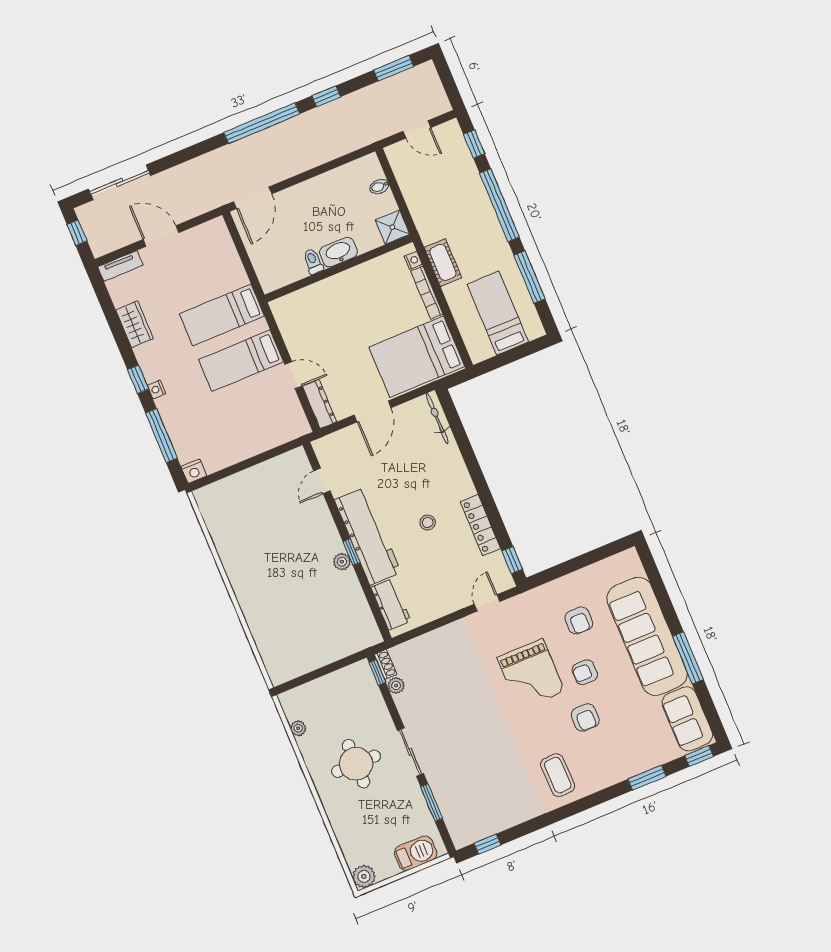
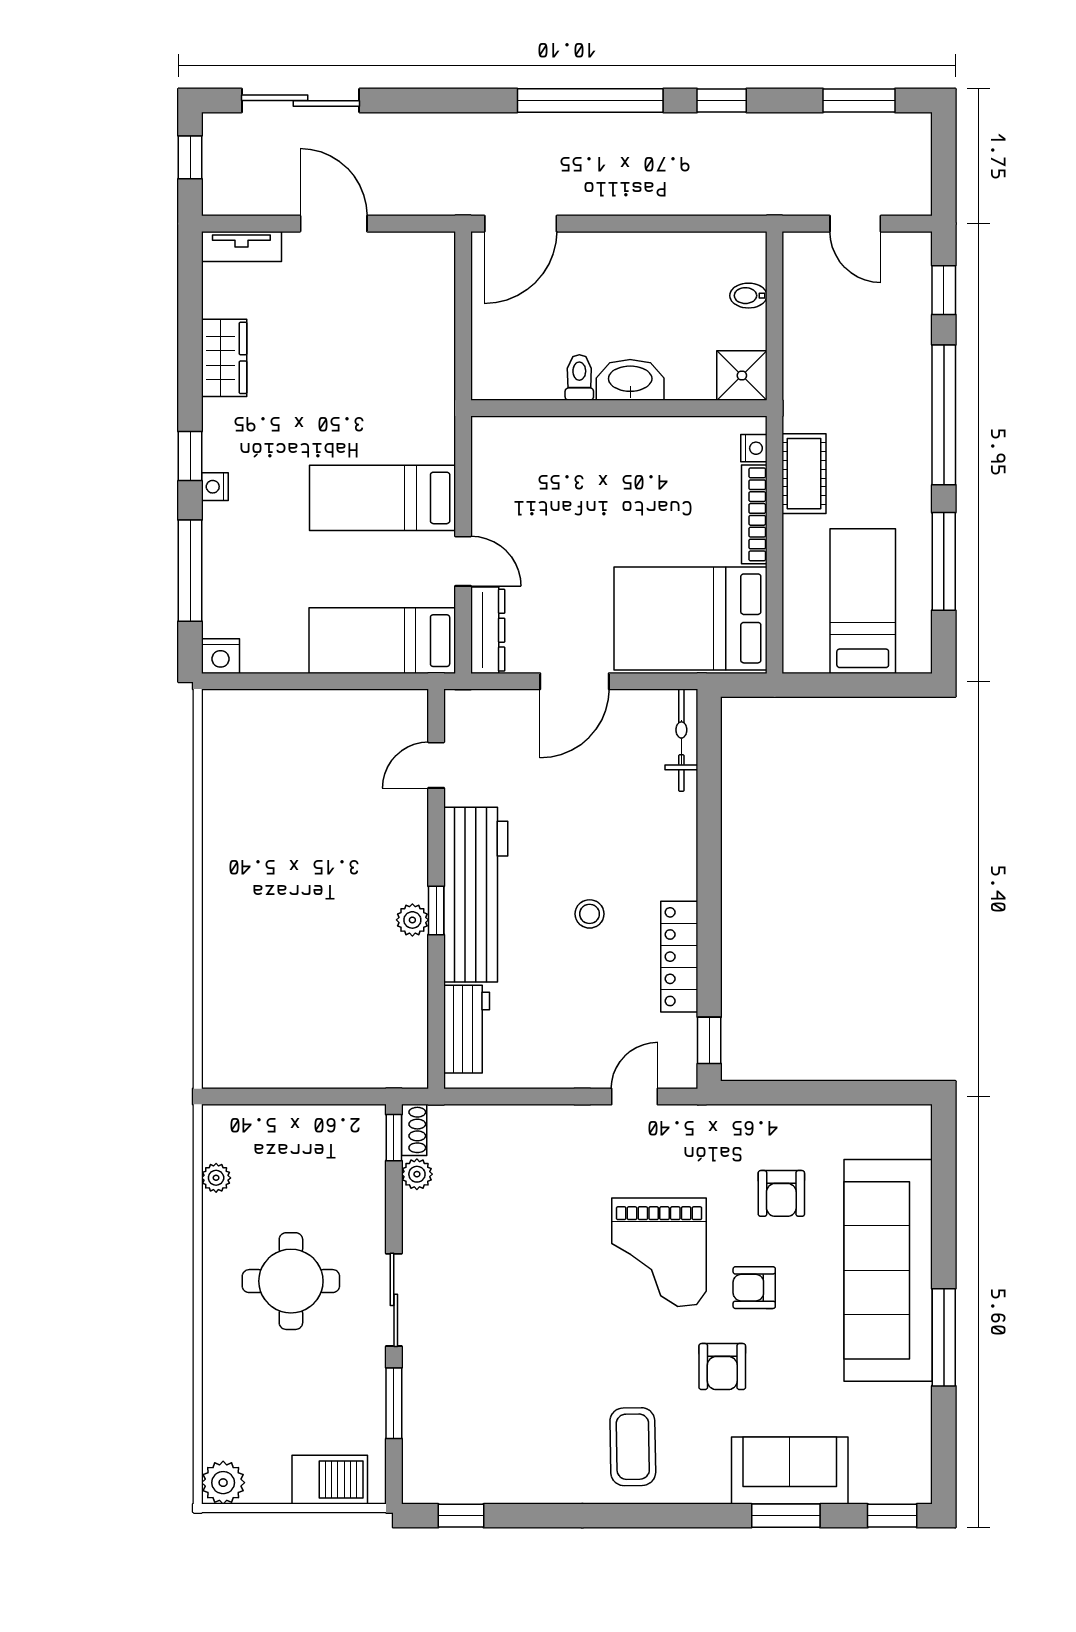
bed: (222, 315) -> (382, 641), moved
sofa: (687, 719) -> (790, 1470), moved, turned 90

